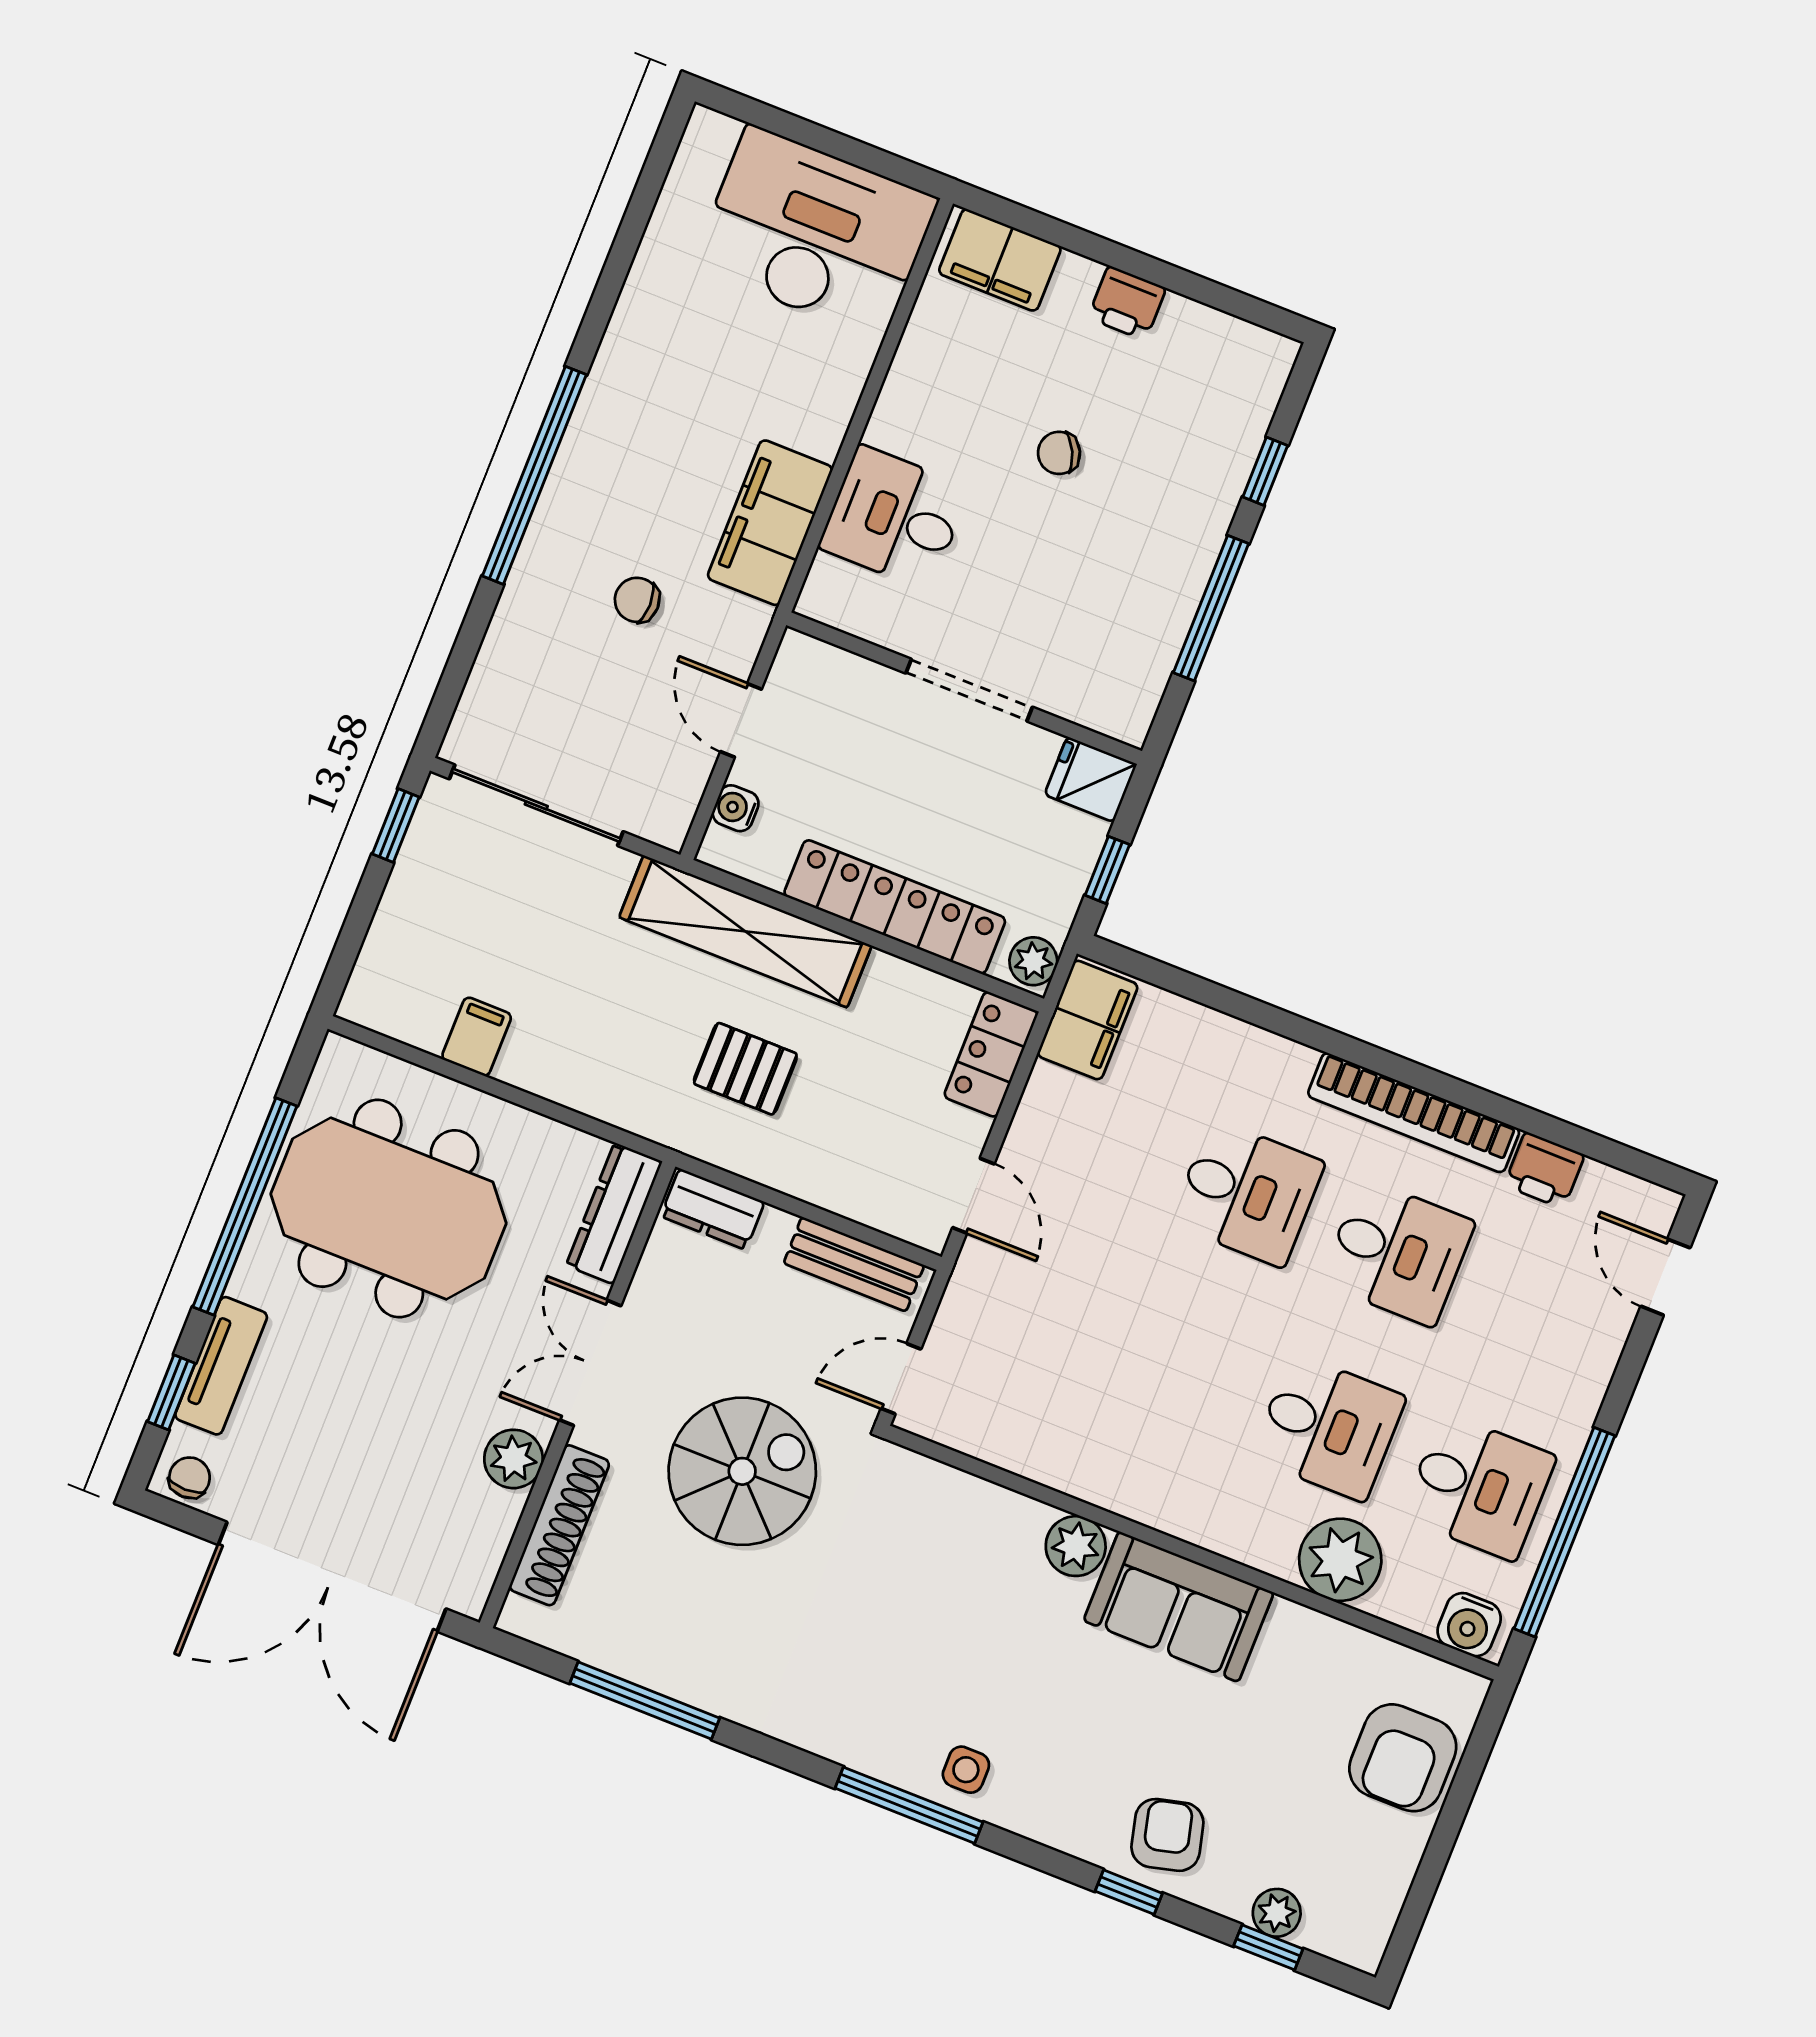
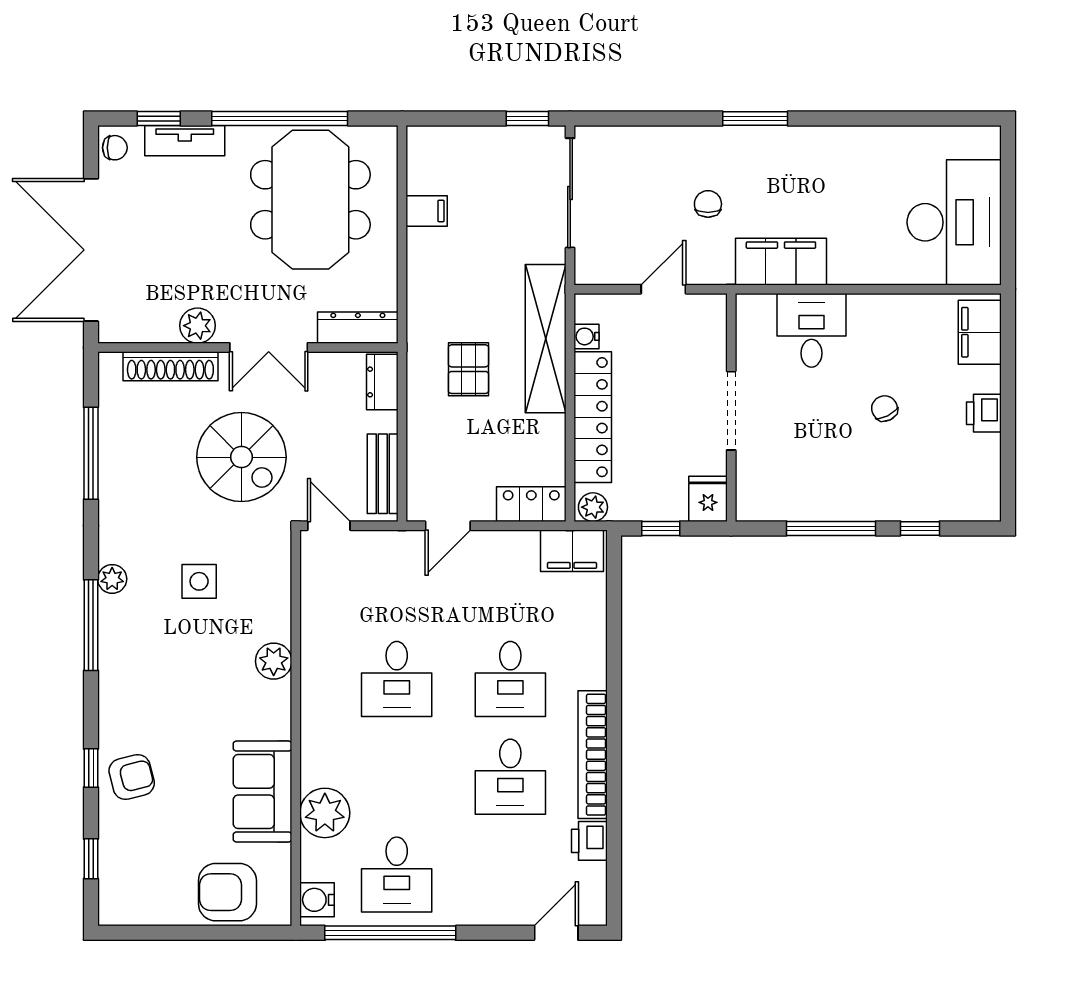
window: (534, 475) -> (755, 118), width x0.47
water cooler: (736, 808) -> (587, 336), moved, turned -90
double door: (590, 1363) -> (269, 347), swing flipped
desk: (1328, 1427) -> (397, 679), moved
sofa: (1179, 1607) -> (263, 792), moved
side table: (966, 1770) -> (199, 581), moved, width x1.37, depth x1.37
plant: (1277, 1913) -> (112, 579), moved

